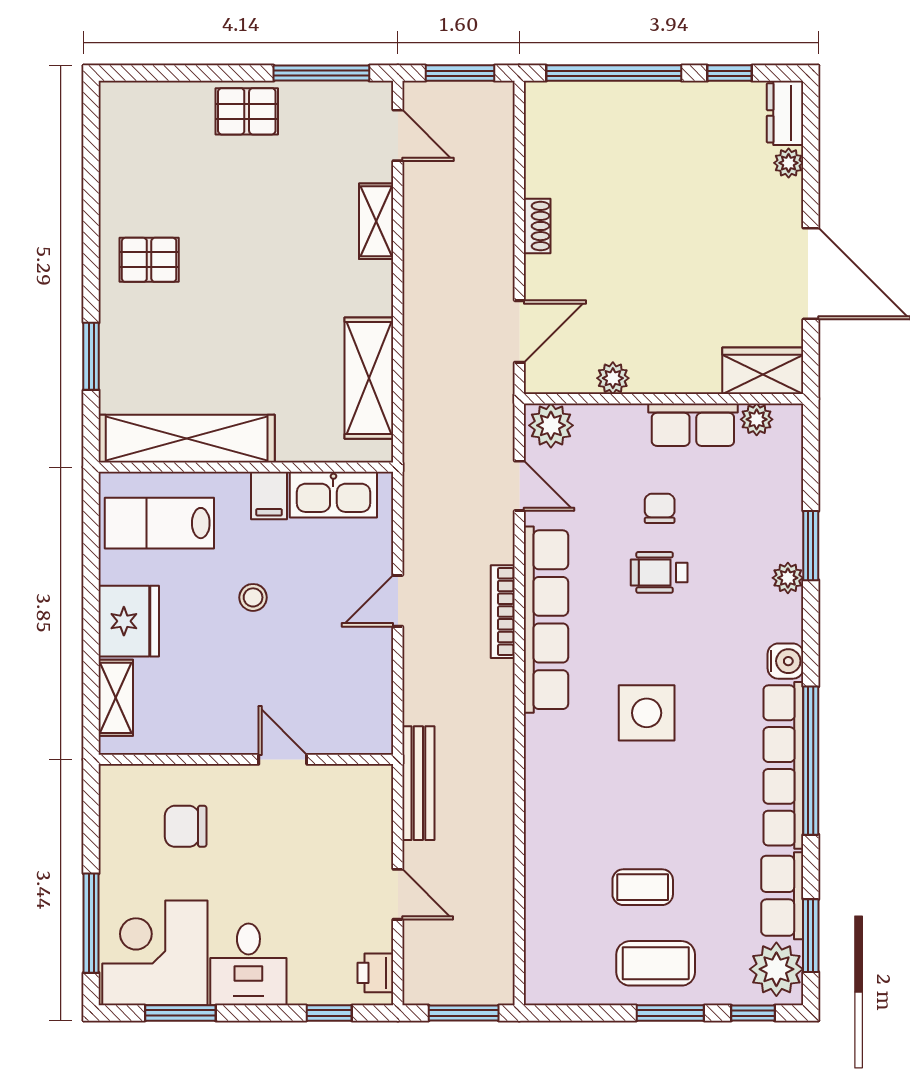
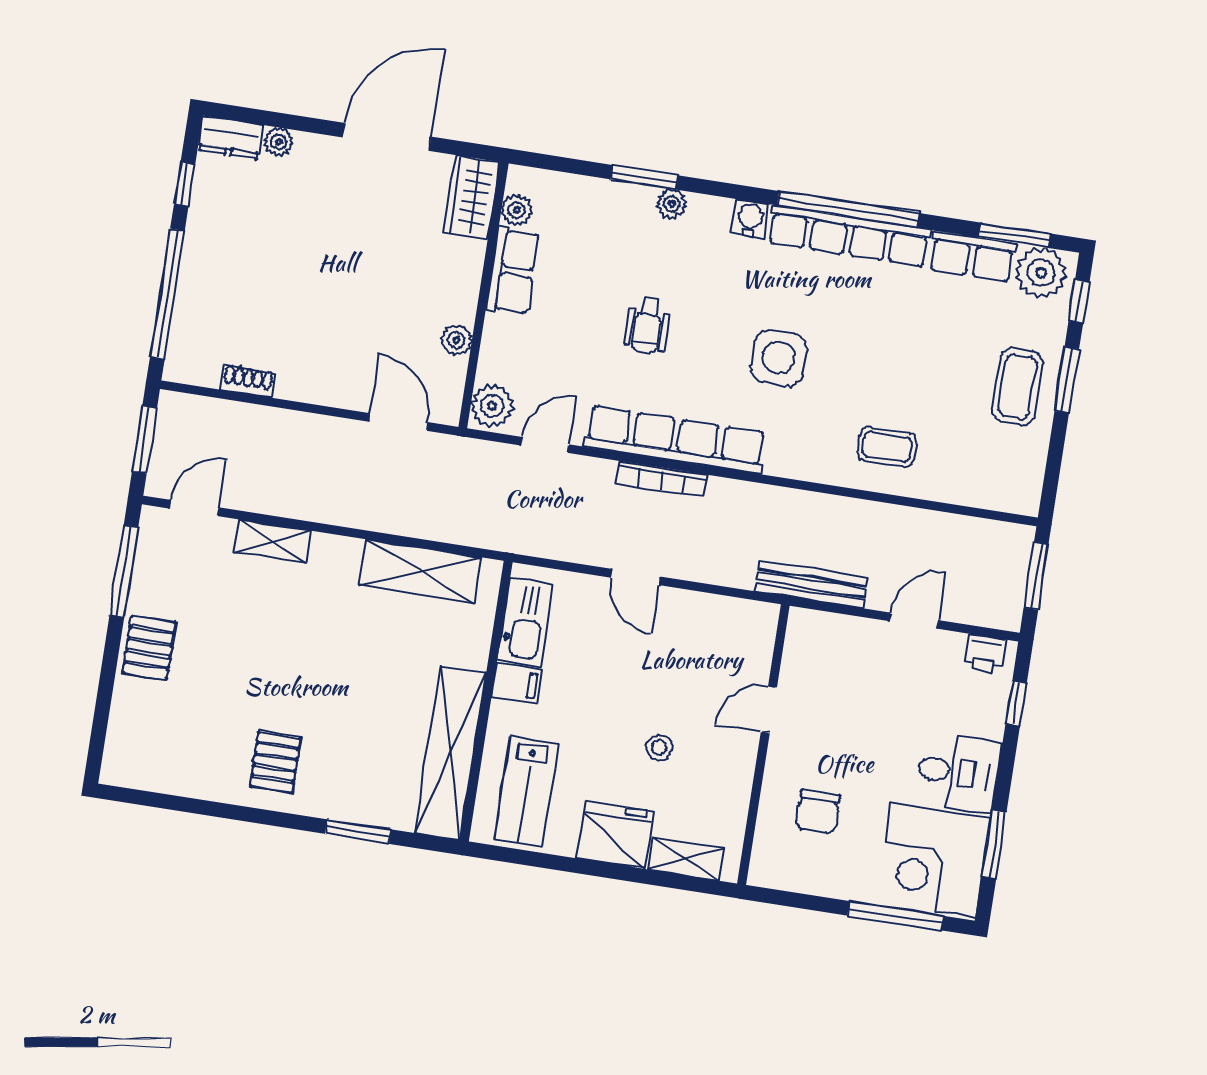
shoe rack: (537, 226) -> (248, 381), moved
chair: (660, 508) -> (587, 315), removed
stool: (253, 597) -> (659, 747), moved
coffee table: (643, 887) -> (887, 447), moved, turned 90

